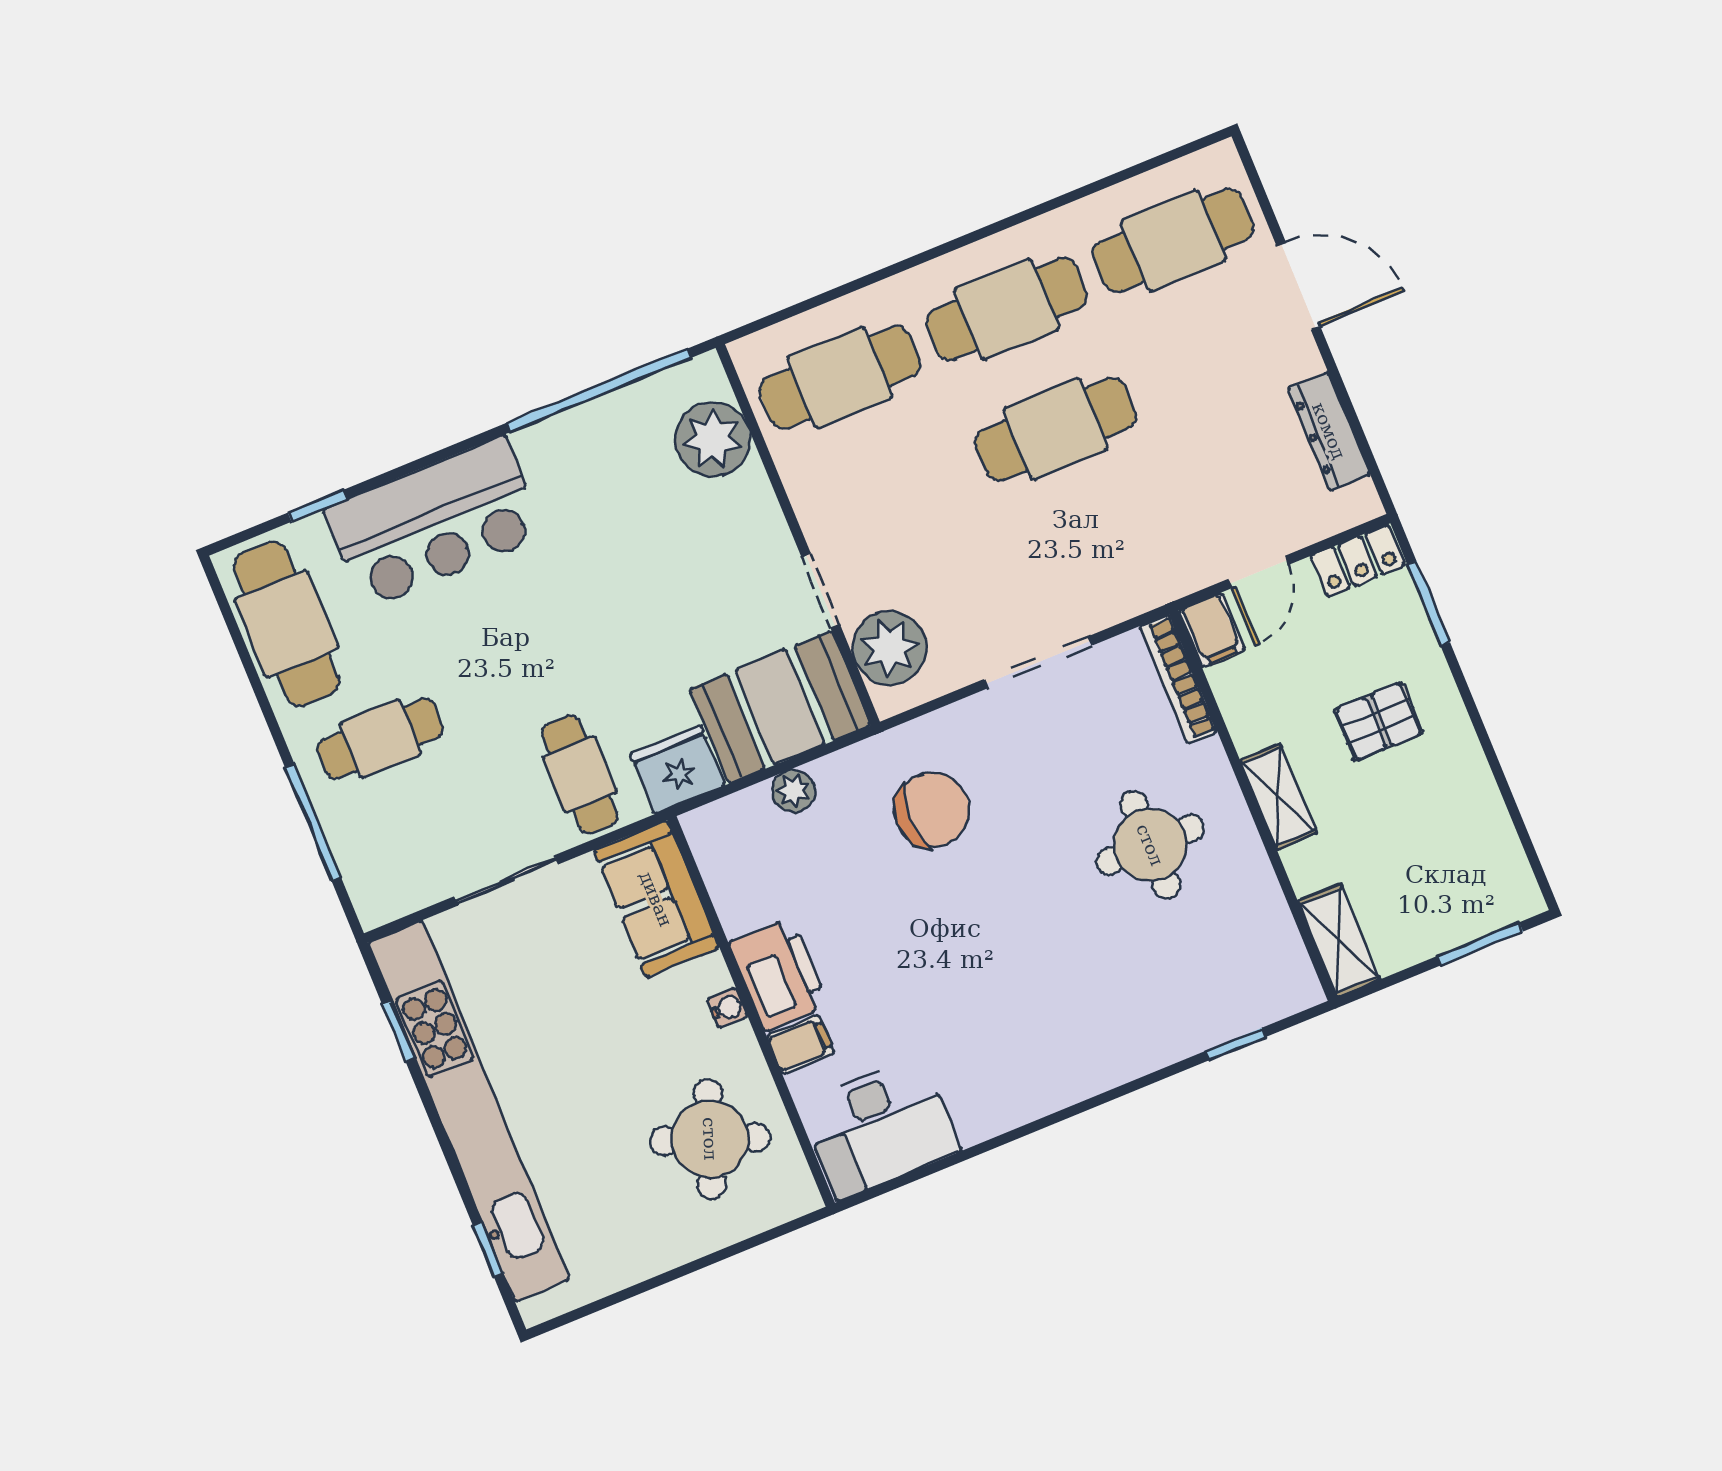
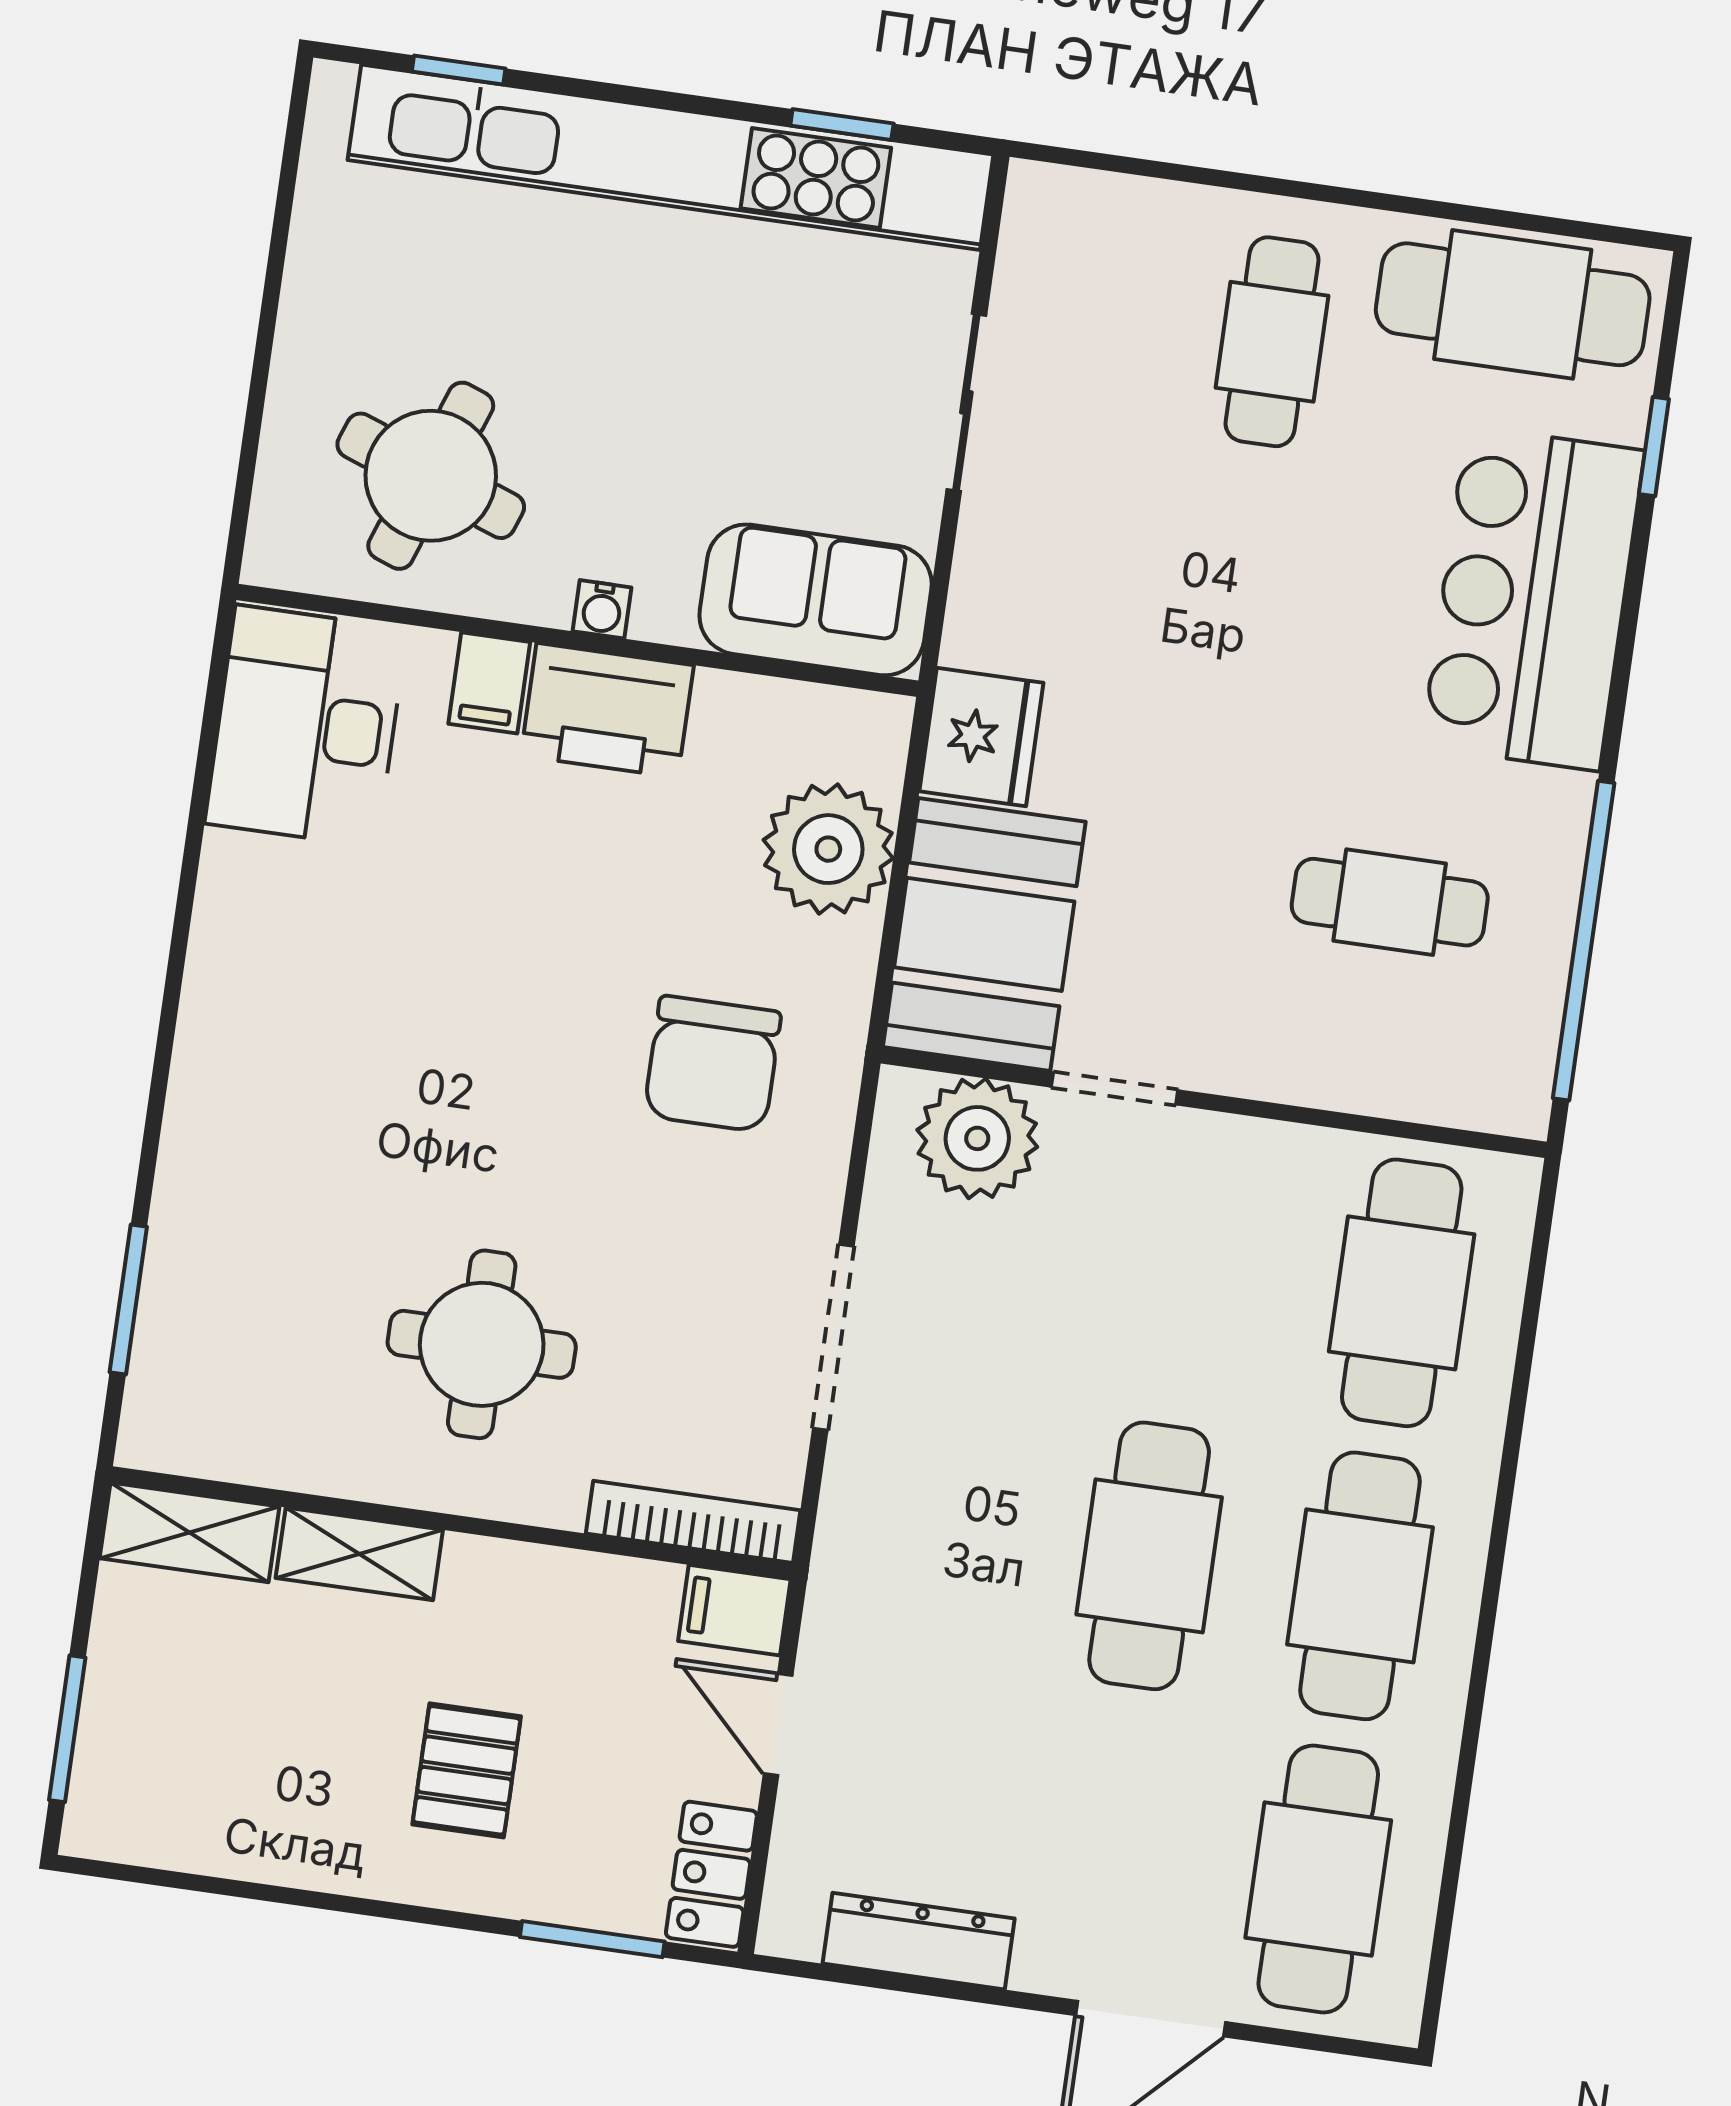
plant: (713, 439) -> (1420, 1062), removed
cafe table: (580, 775) -> (1390, 902), moved
plant: (794, 791) -> (828, 849), width x1.88, depth x1.88
shelving: (1278, 797) -> (359, 1554), moved
window: (313, 822) -> (1209, 177), removed
window: (1236, 1044) -> (128, 1299), width x1.50

